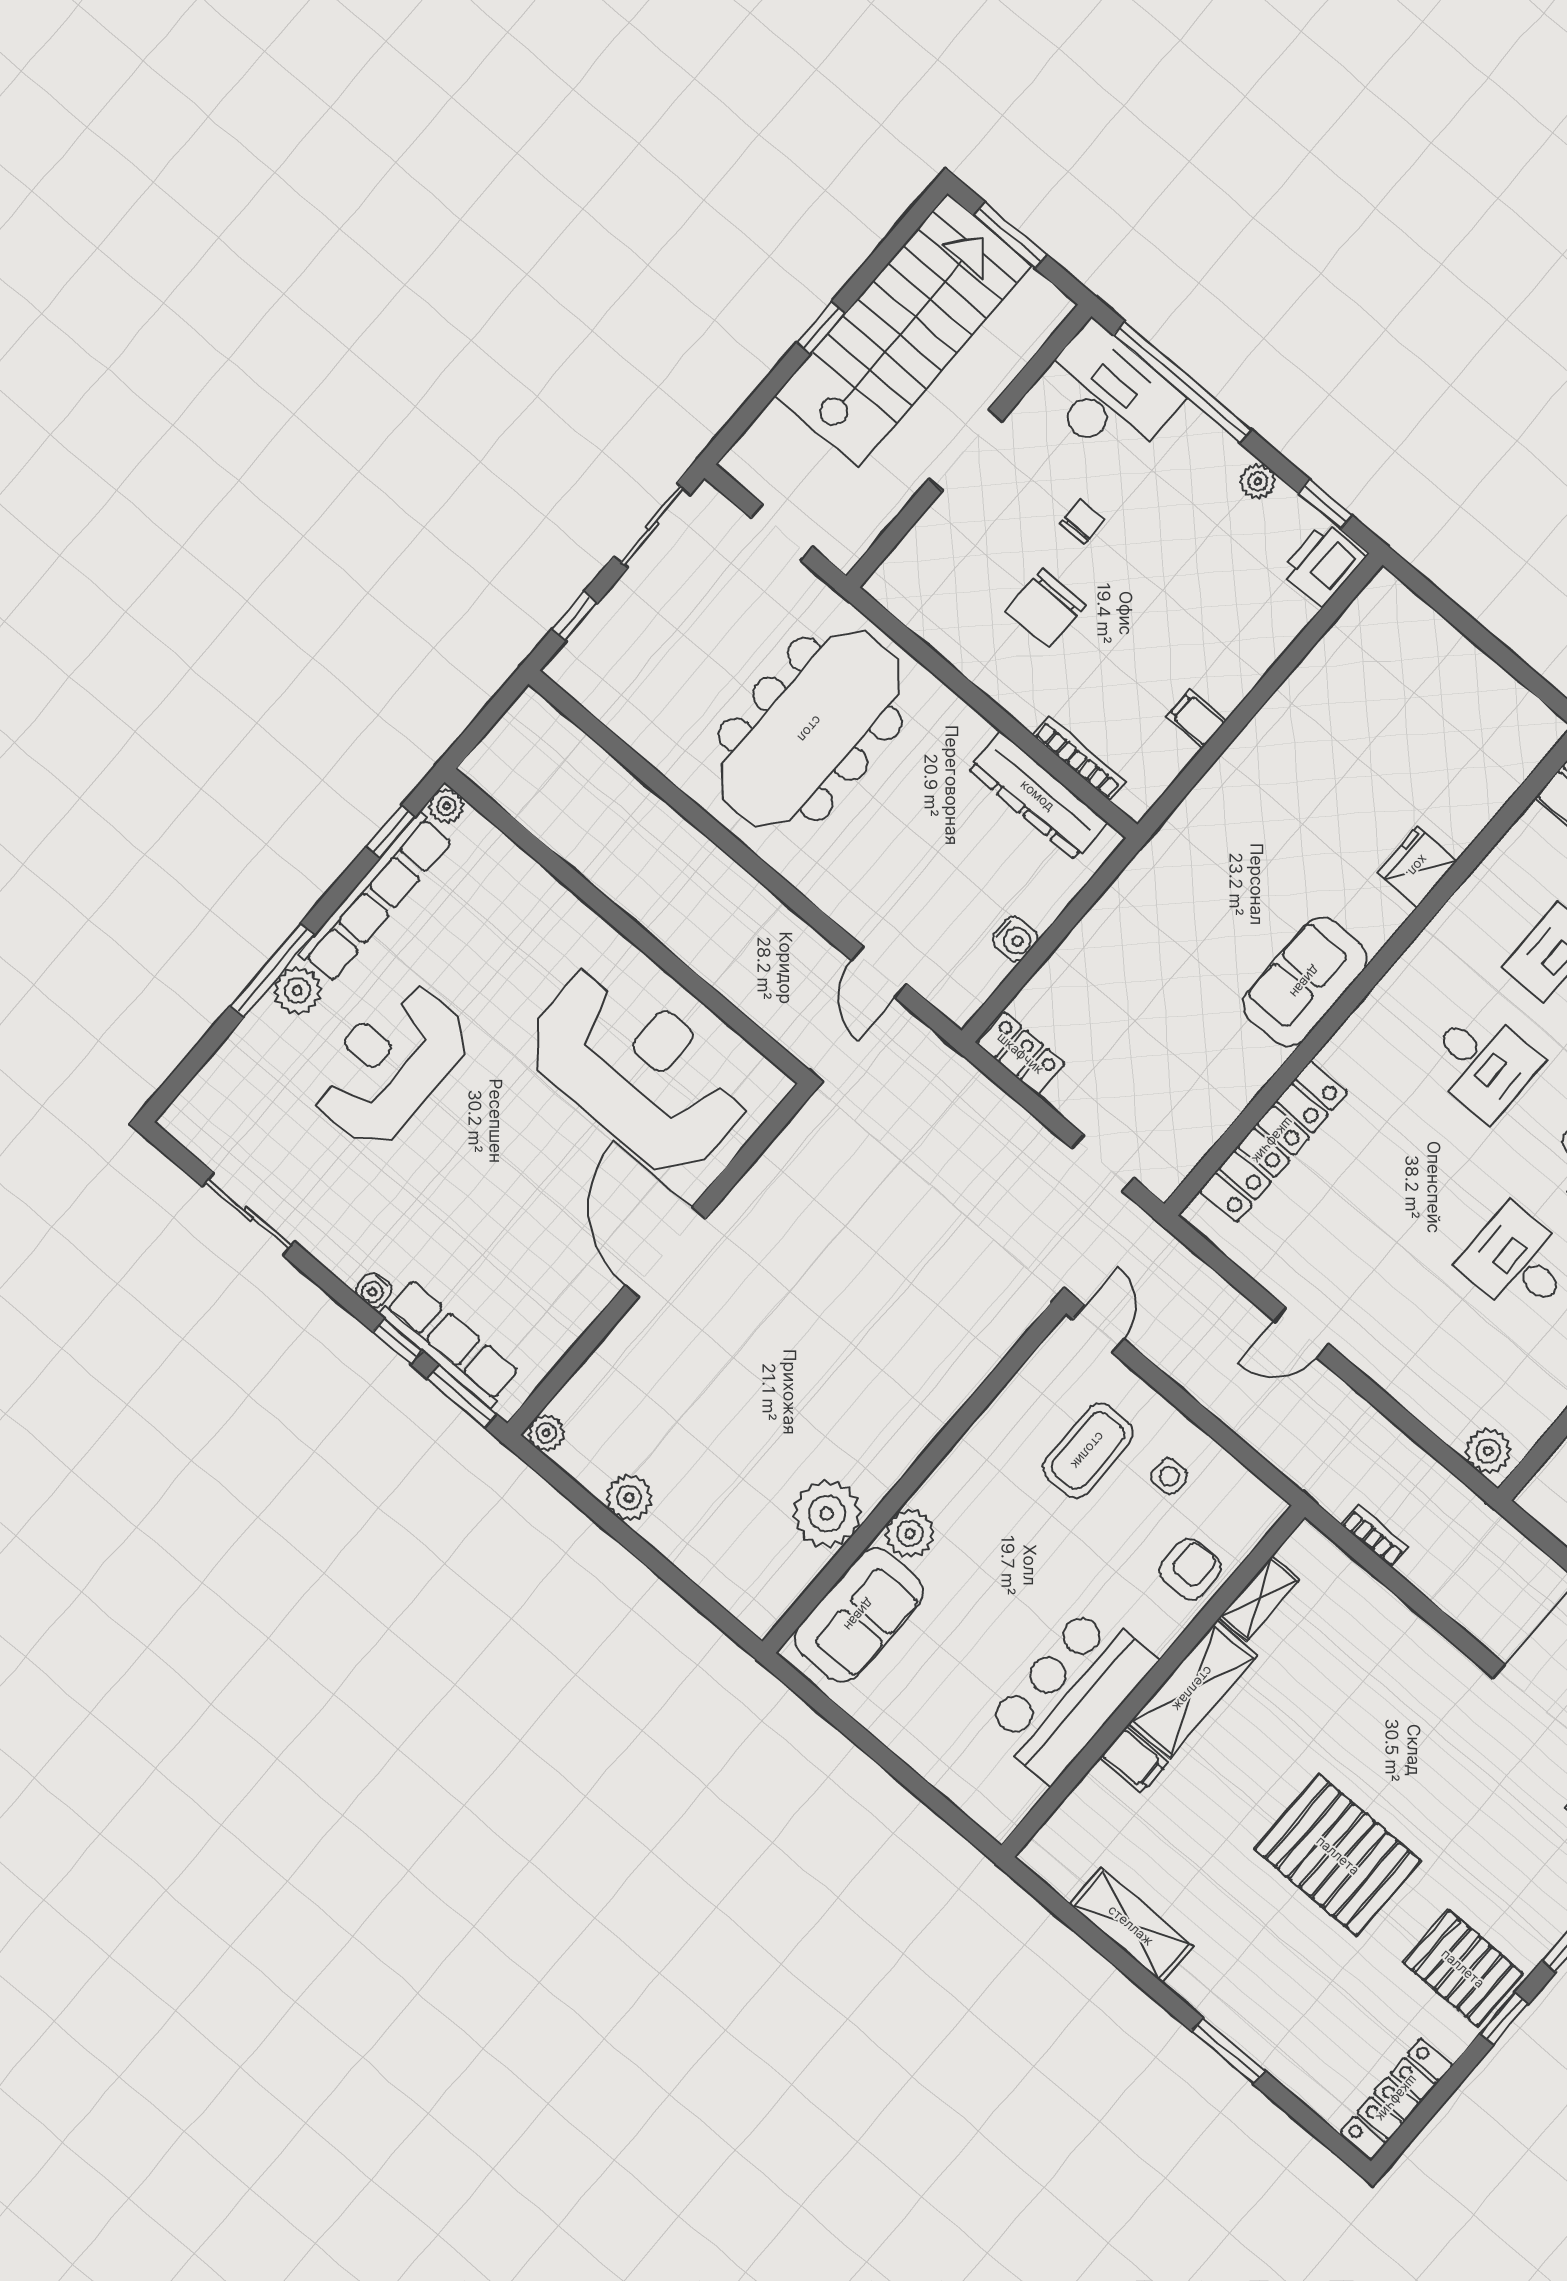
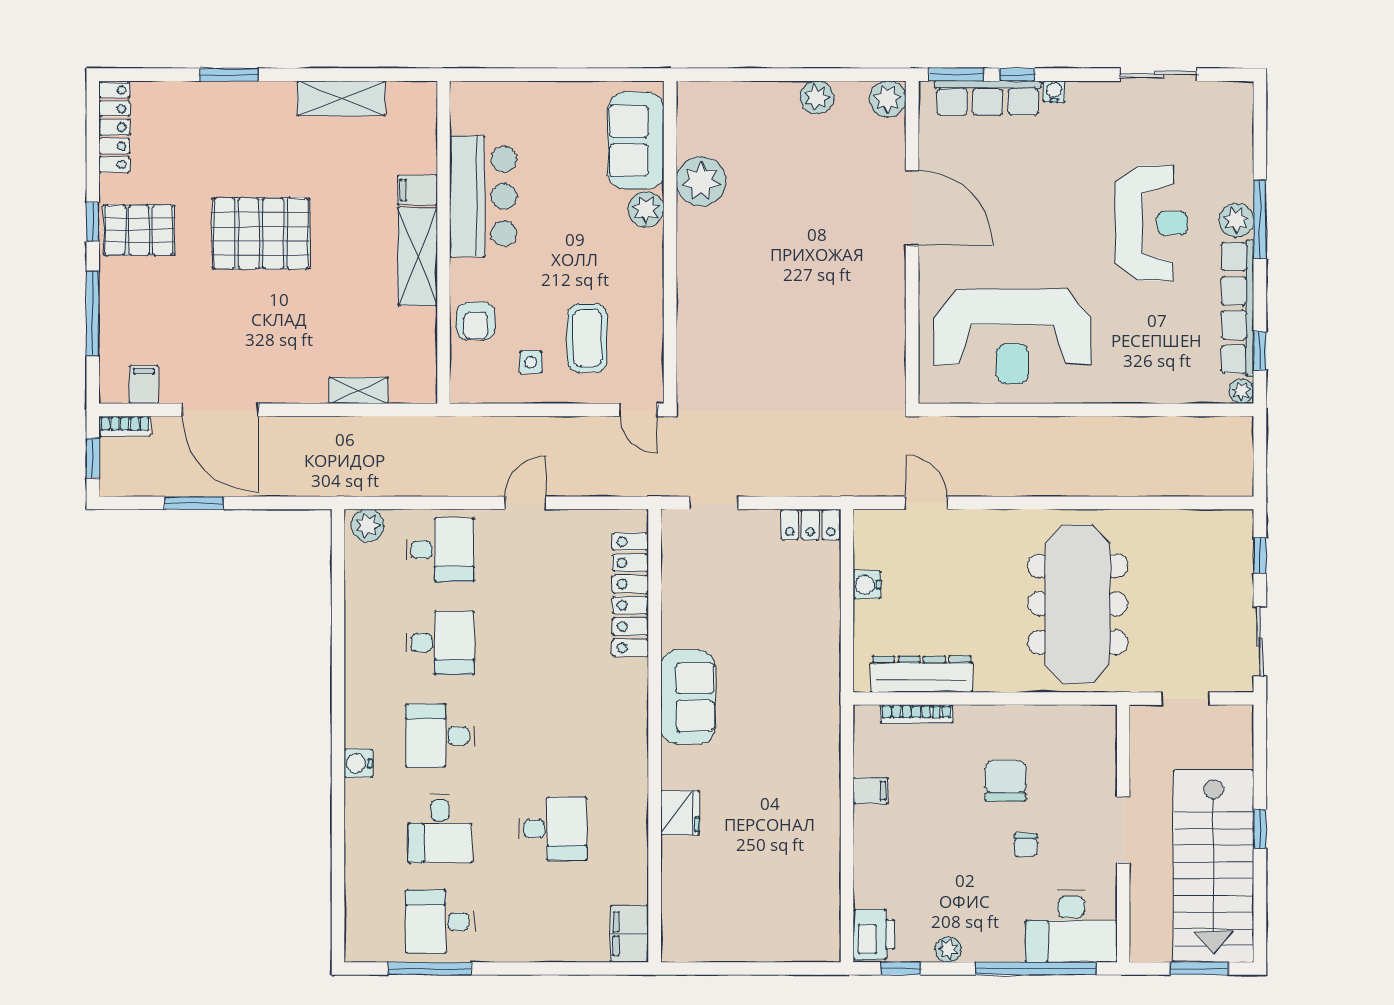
desk: (1482, 1063) -> (440, 550), moved, turned 180
door: (665, 1252) -> (912, 208), moved
plant: (546, 1433) -> (888, 99), width x1.38, depth x1.38
bookcase: (1375, 1536) -> (390, 426), removed
shelving: (1259, 1598) -> (359, 390), moved, turned 90

